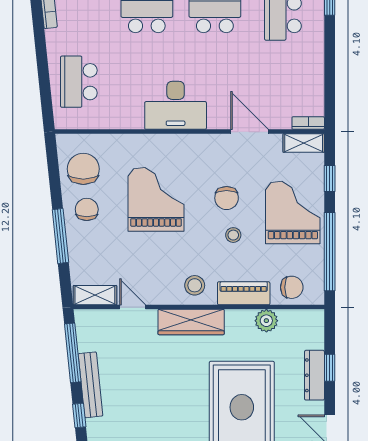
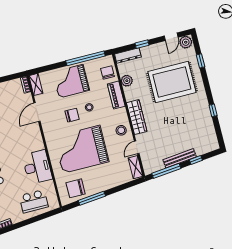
desk: (176, 105) -> (37, 167), moved
window: (330, 179) -> (50, 67), removed
grand piano: (156, 199) -> (81, 149), width x1.37, depth x1.48
chair: (87, 209) -> (95, 182), removed
window: (60, 236) -> (92, 198), moved
stool: (195, 285) -> (121, 130), moved
dresser: (314, 375) -> (128, 56), moved

